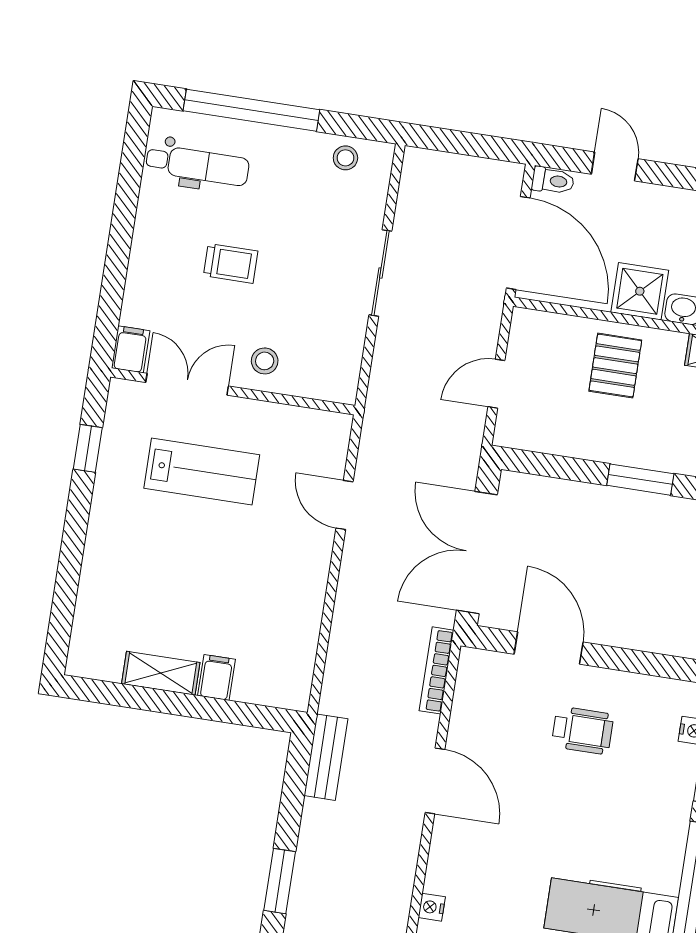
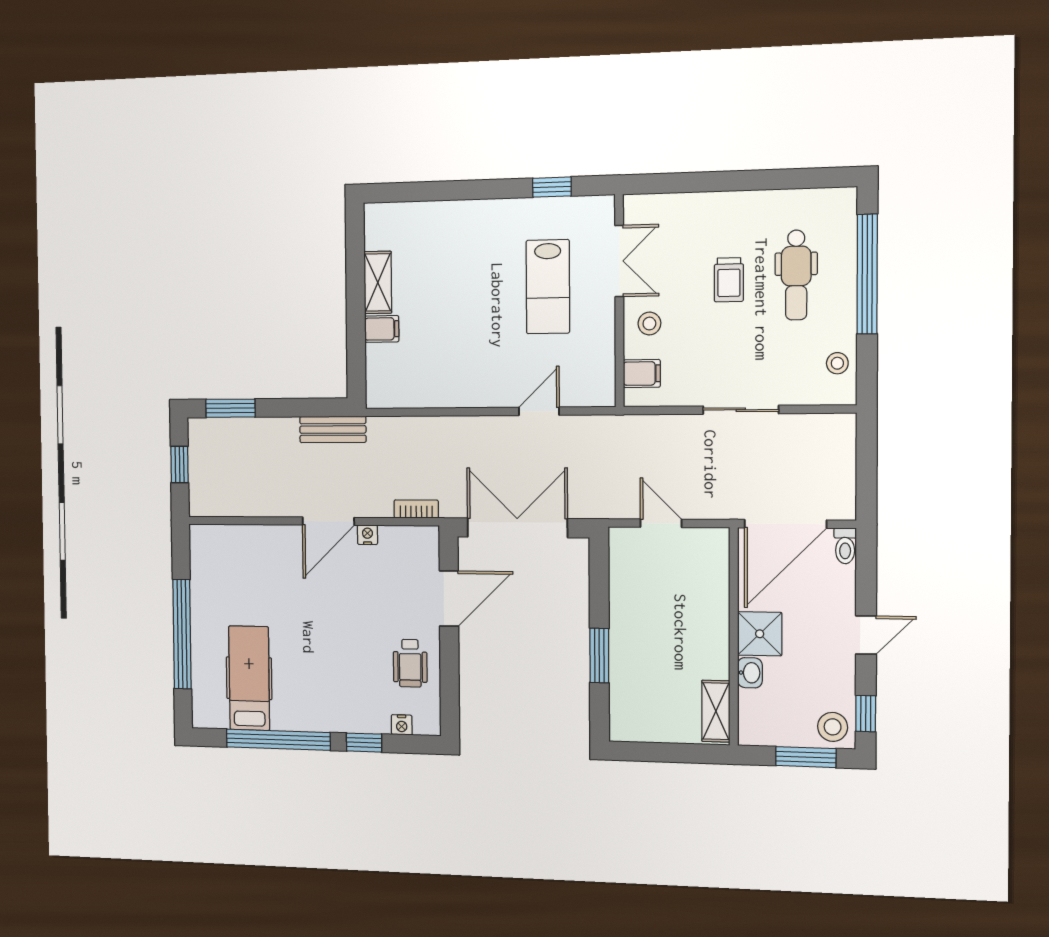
dental chair: (197, 165) -> (796, 275), moved
door: (615, 166) -> (866, 635), moved
filing cabinet: (131, 349) -> (642, 373), moved
pallet: (615, 366) -> (692, 622), removed
bookcase: (437, 670) -> (416, 509), width x0.64
wheelchair: (582, 730) -> (410, 663), moved
nightstand: (432, 907) -> (367, 535), moved

